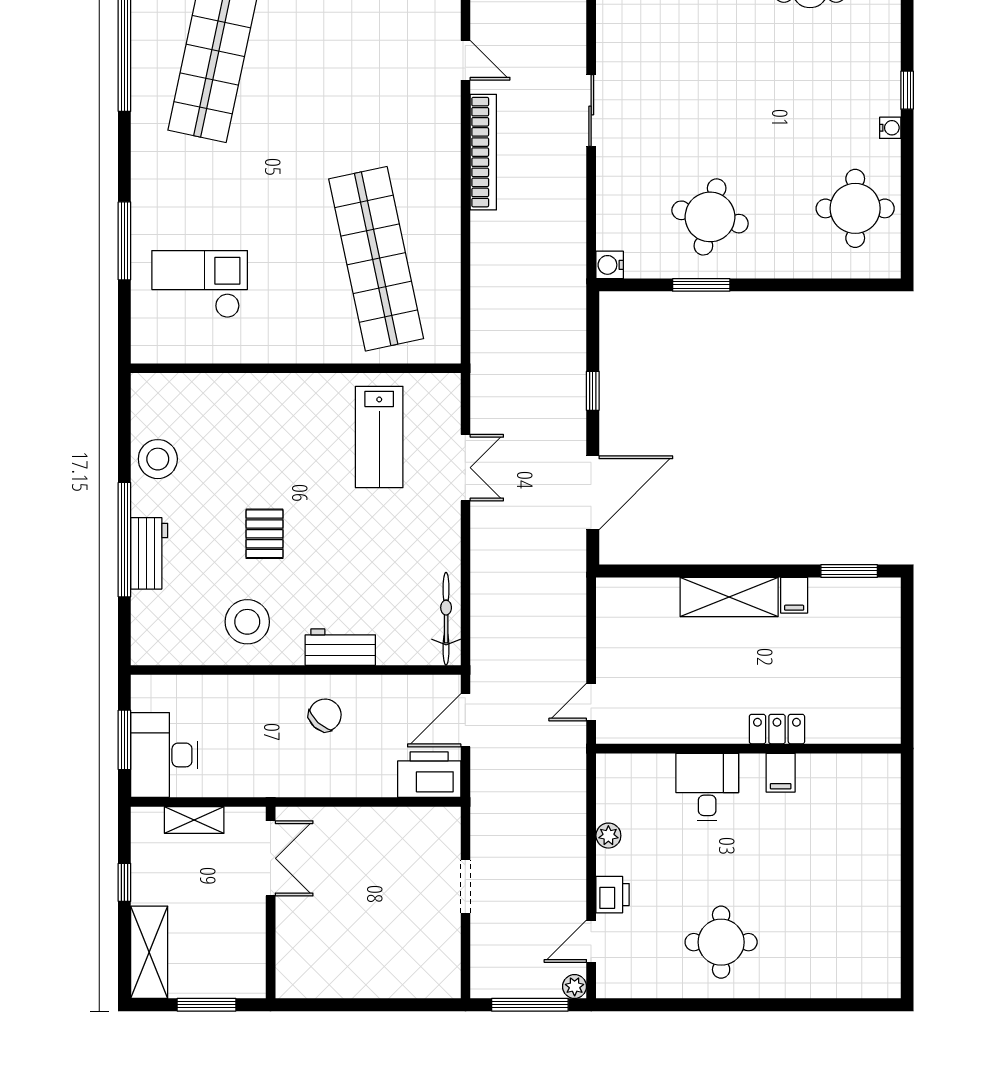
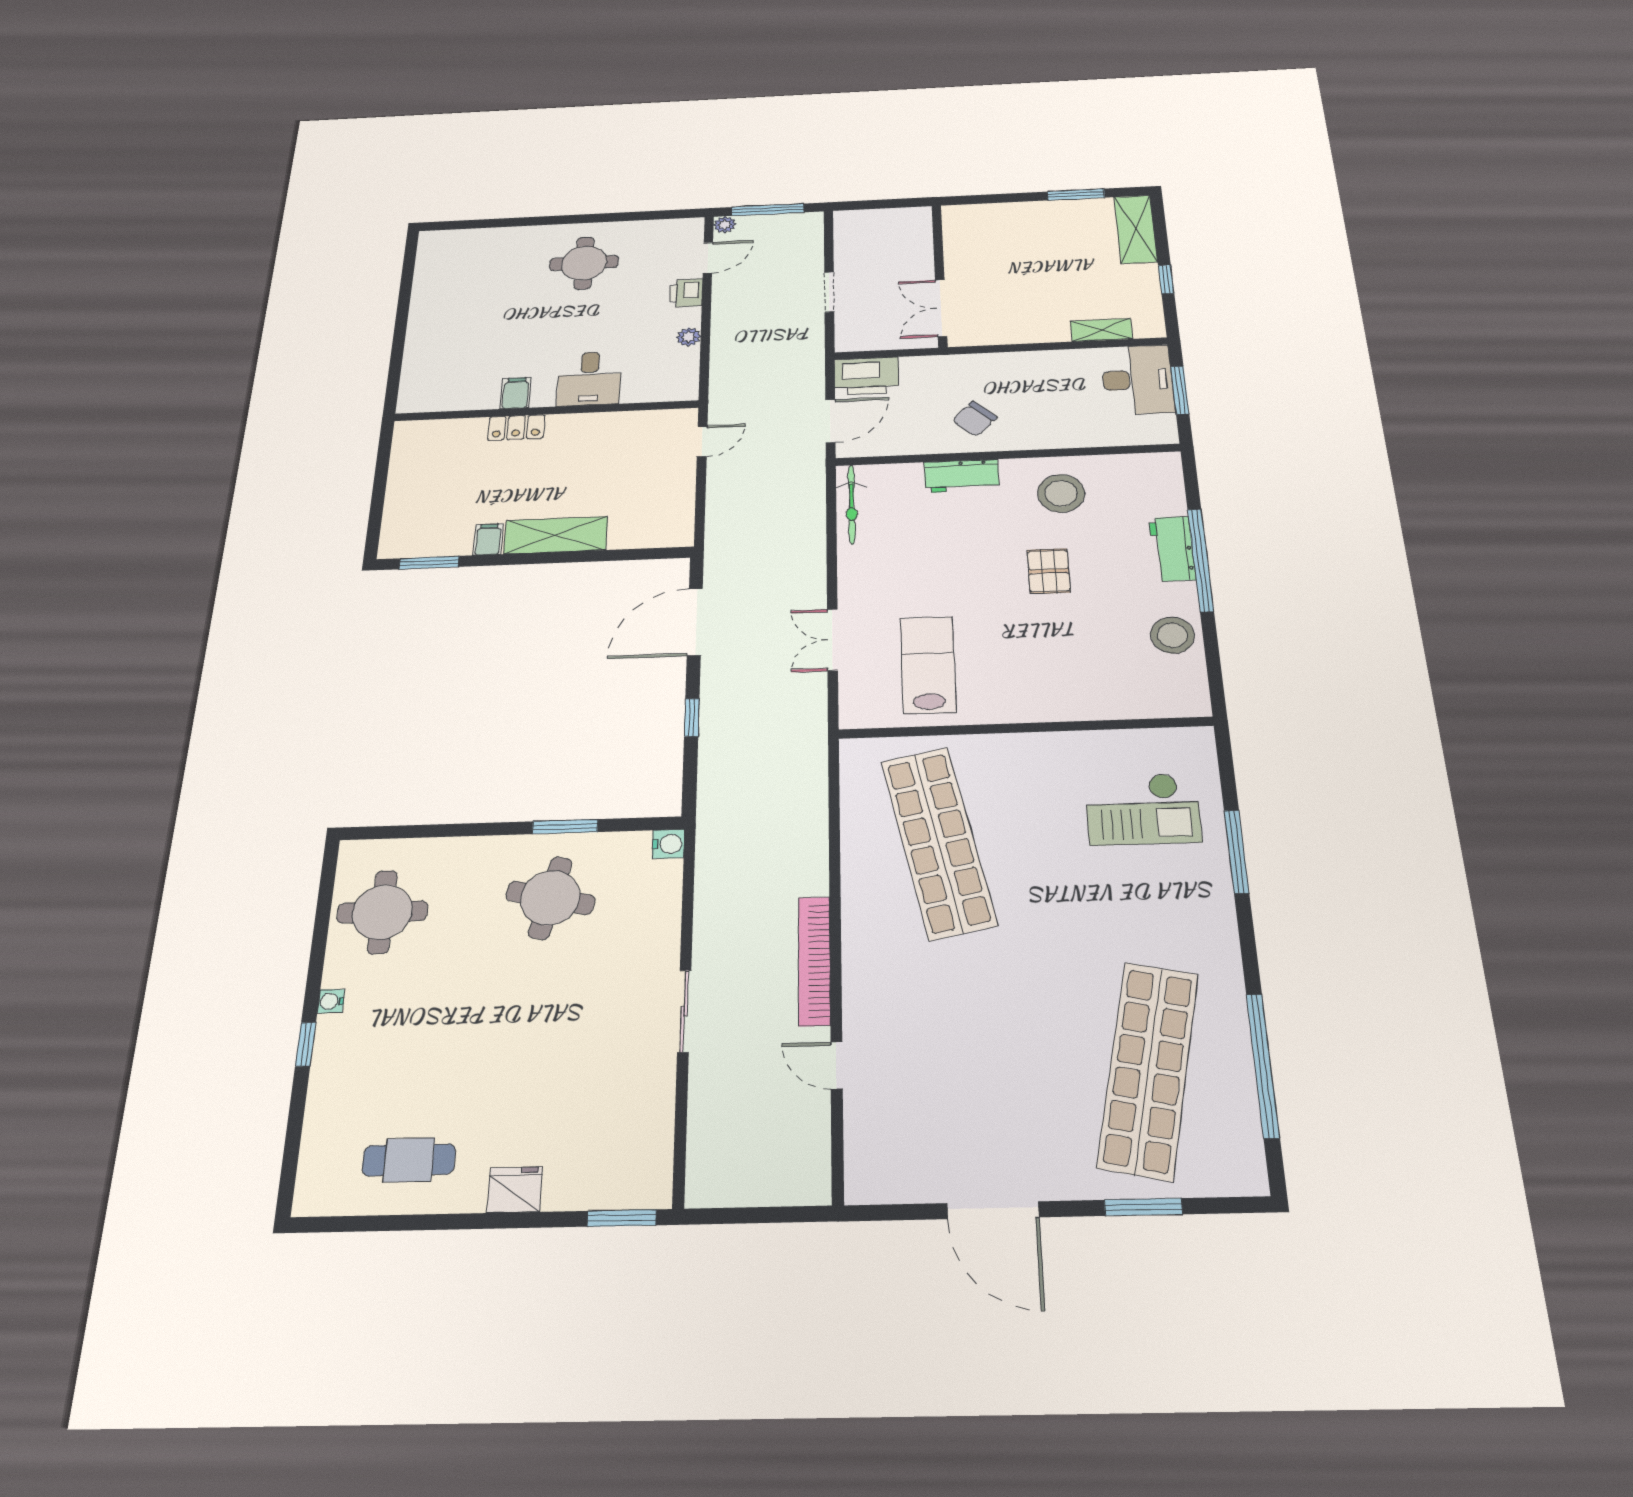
double door: (271, 858) -> (941, 308), moved
wall: (271, 903) -> (940, 275), moved

